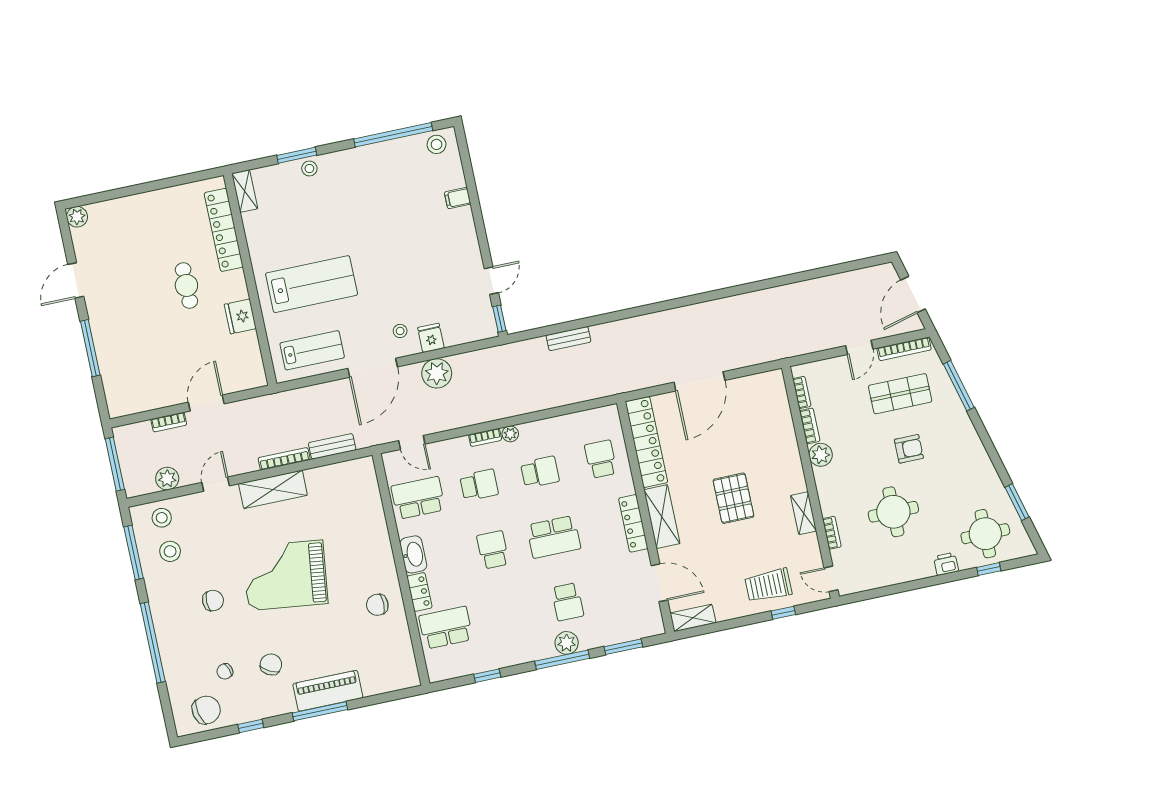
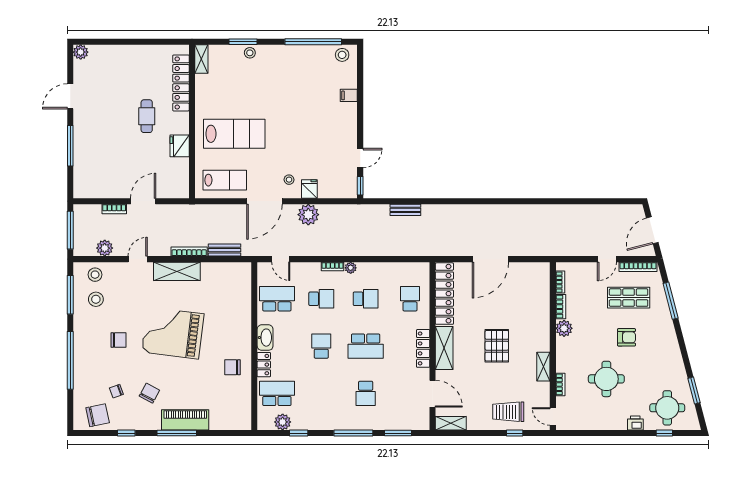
plant: (567, 643) -> (283, 422), moved

